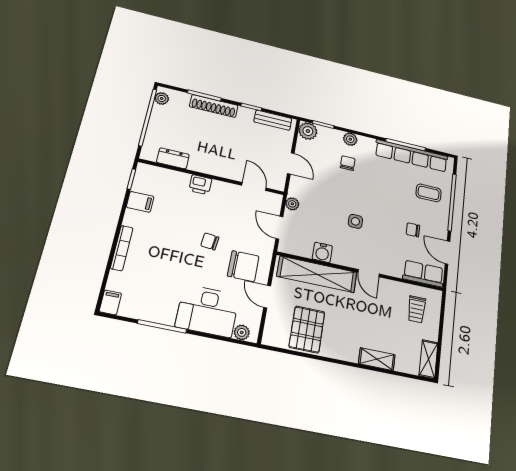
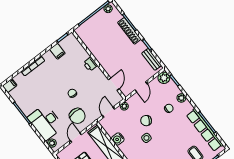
dresser: (173, 158) -> (89, 42), removed
chair: (335, 200) -> (146, 121), added

